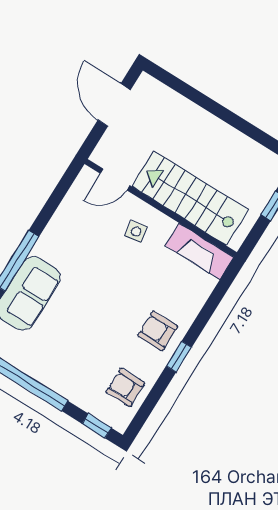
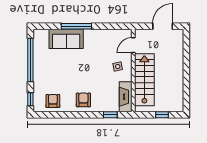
door: (115, 179) -> (133, 45), hinge flipped
window: (179, 357) -> (110, 115), moved

